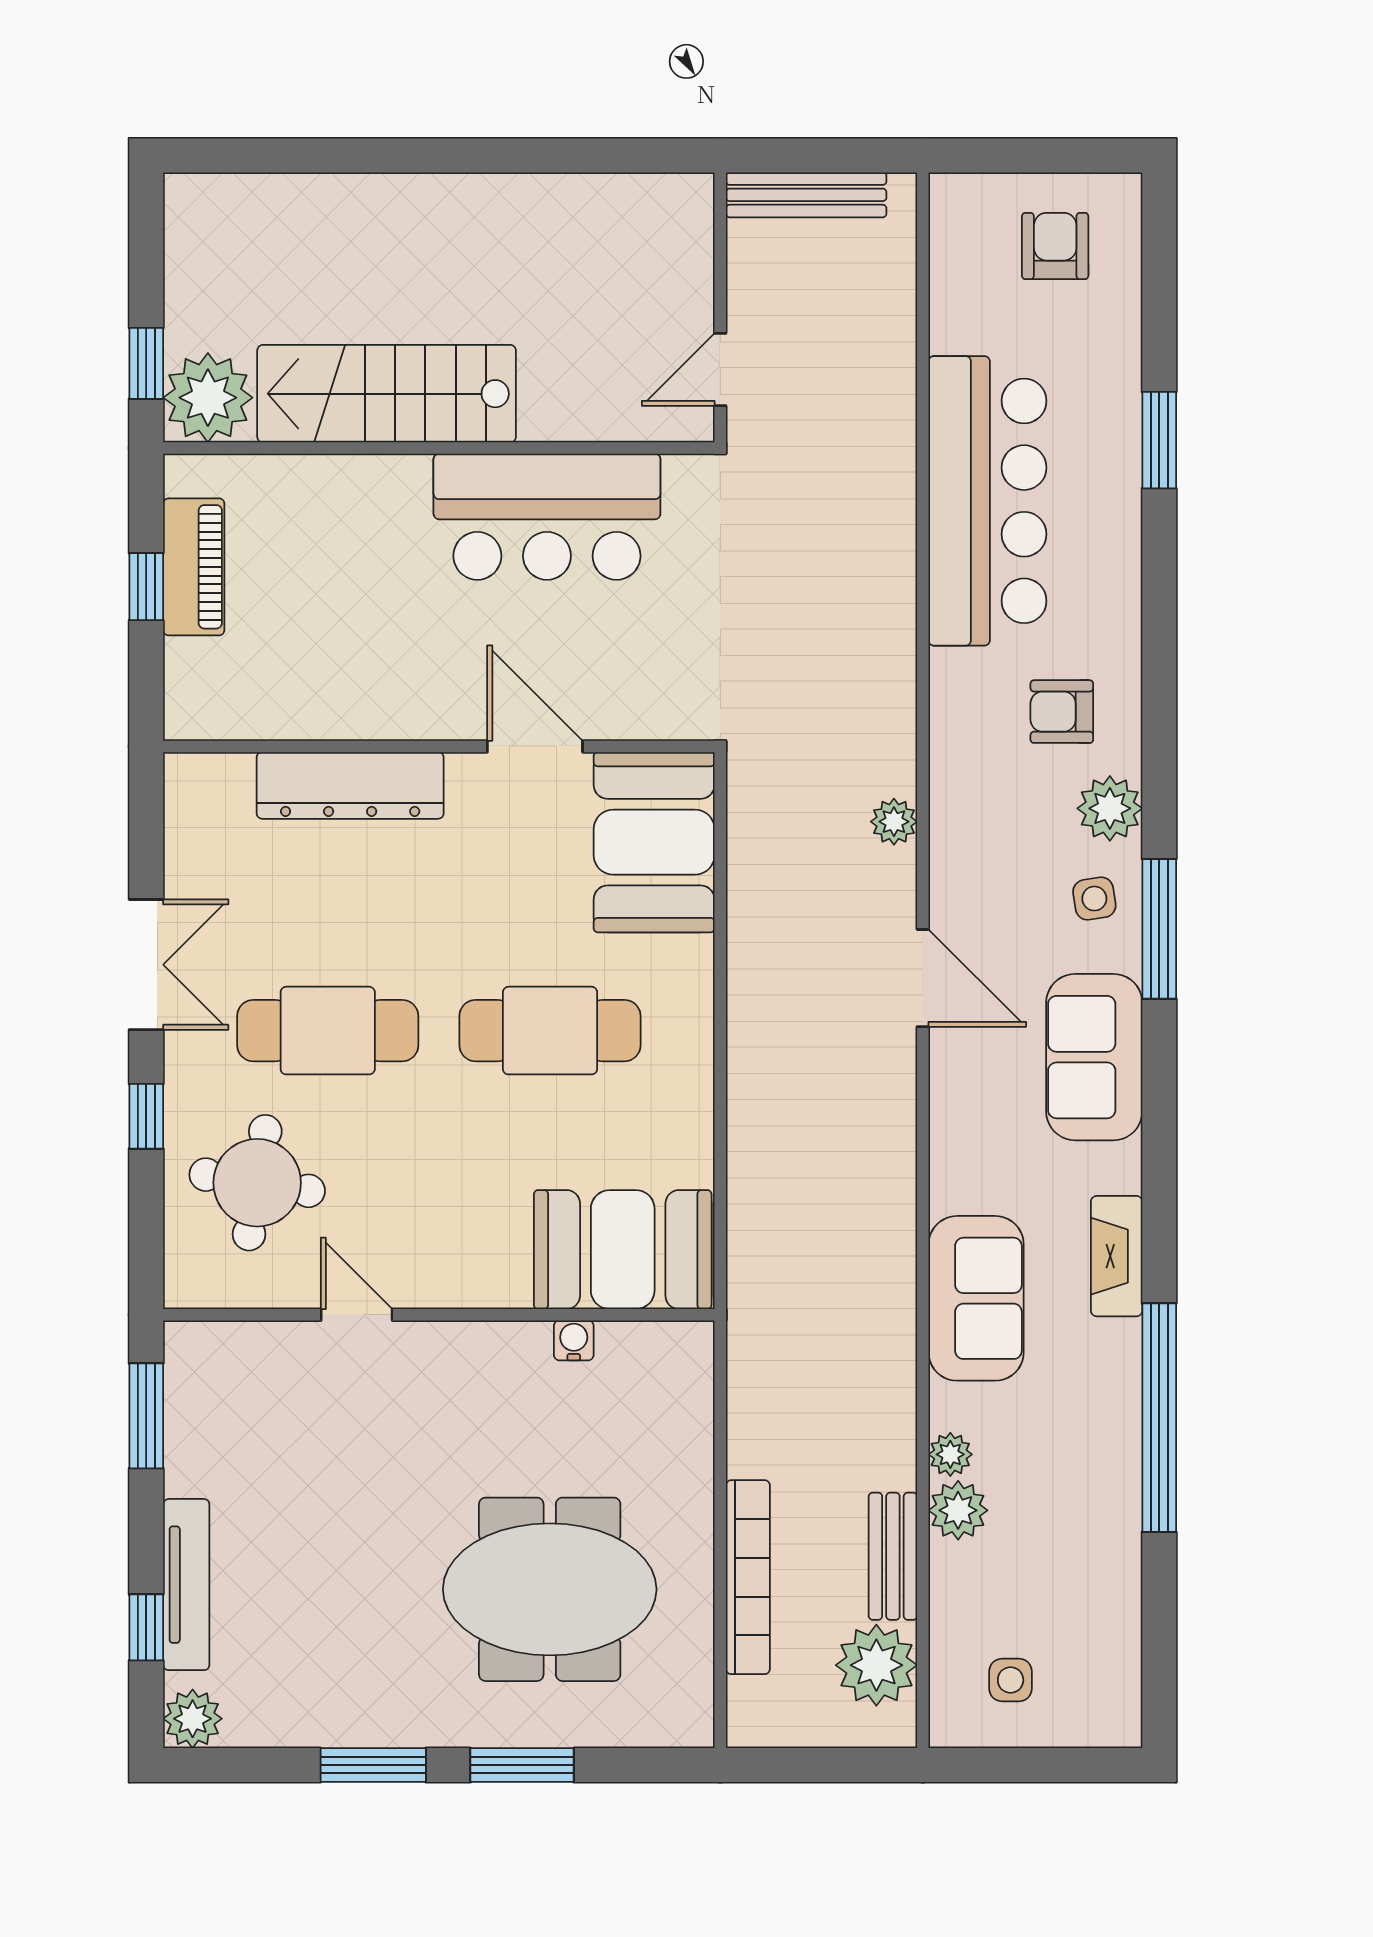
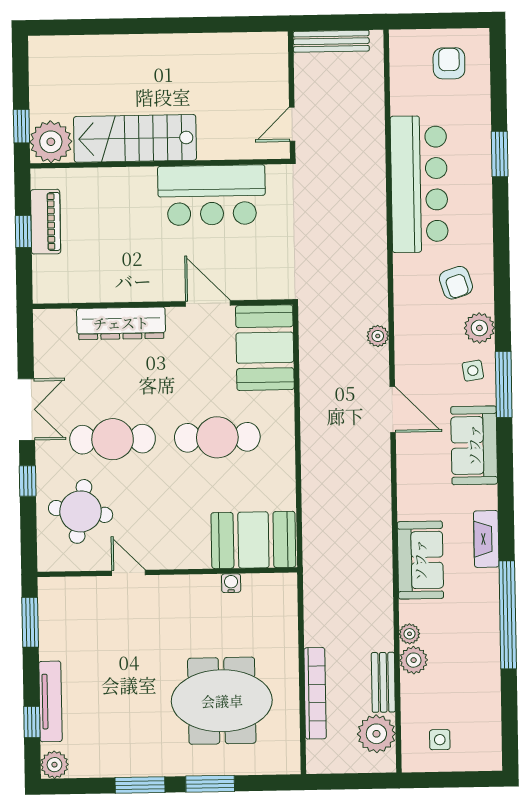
armchair: (1062, 712) -> (456, 283), turned -108

